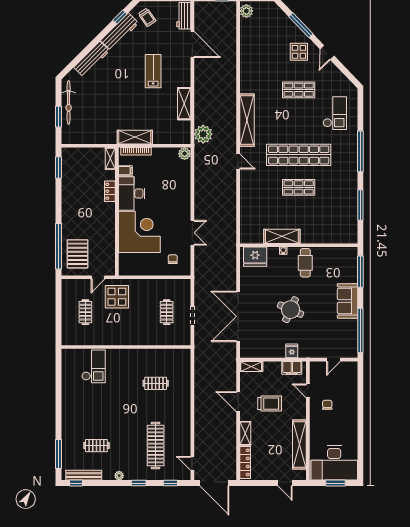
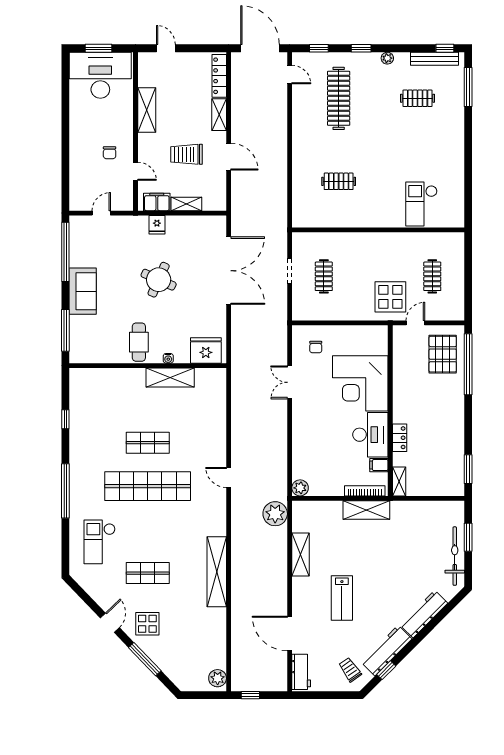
shelving: (247, 120) -> (217, 572), moved
window: (360, 205) -> (65, 419), width x0.46
shelving: (251, 366) -> (186, 204), moved
shelving: (299, 445) -> (147, 110), width x0.68

